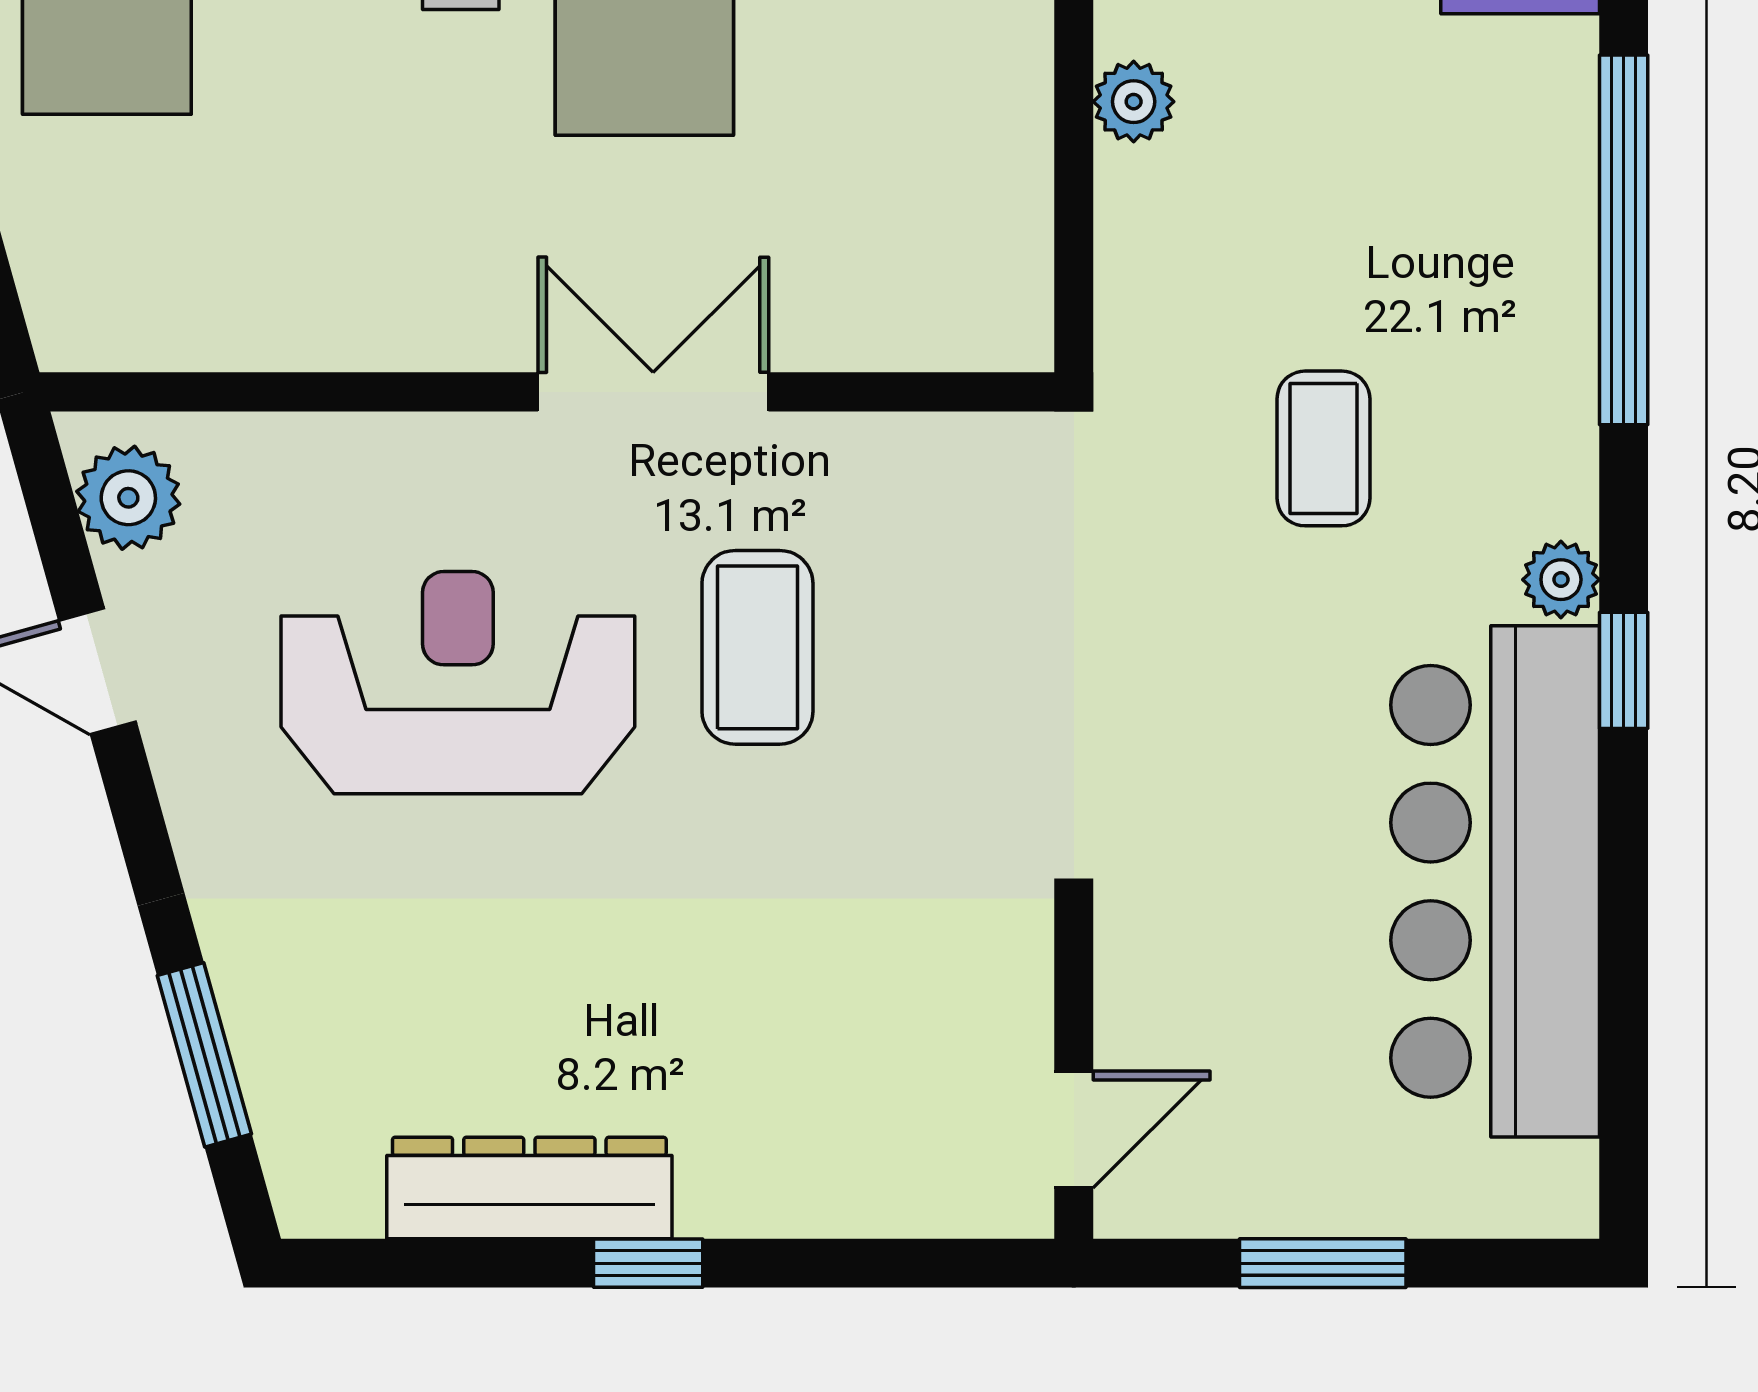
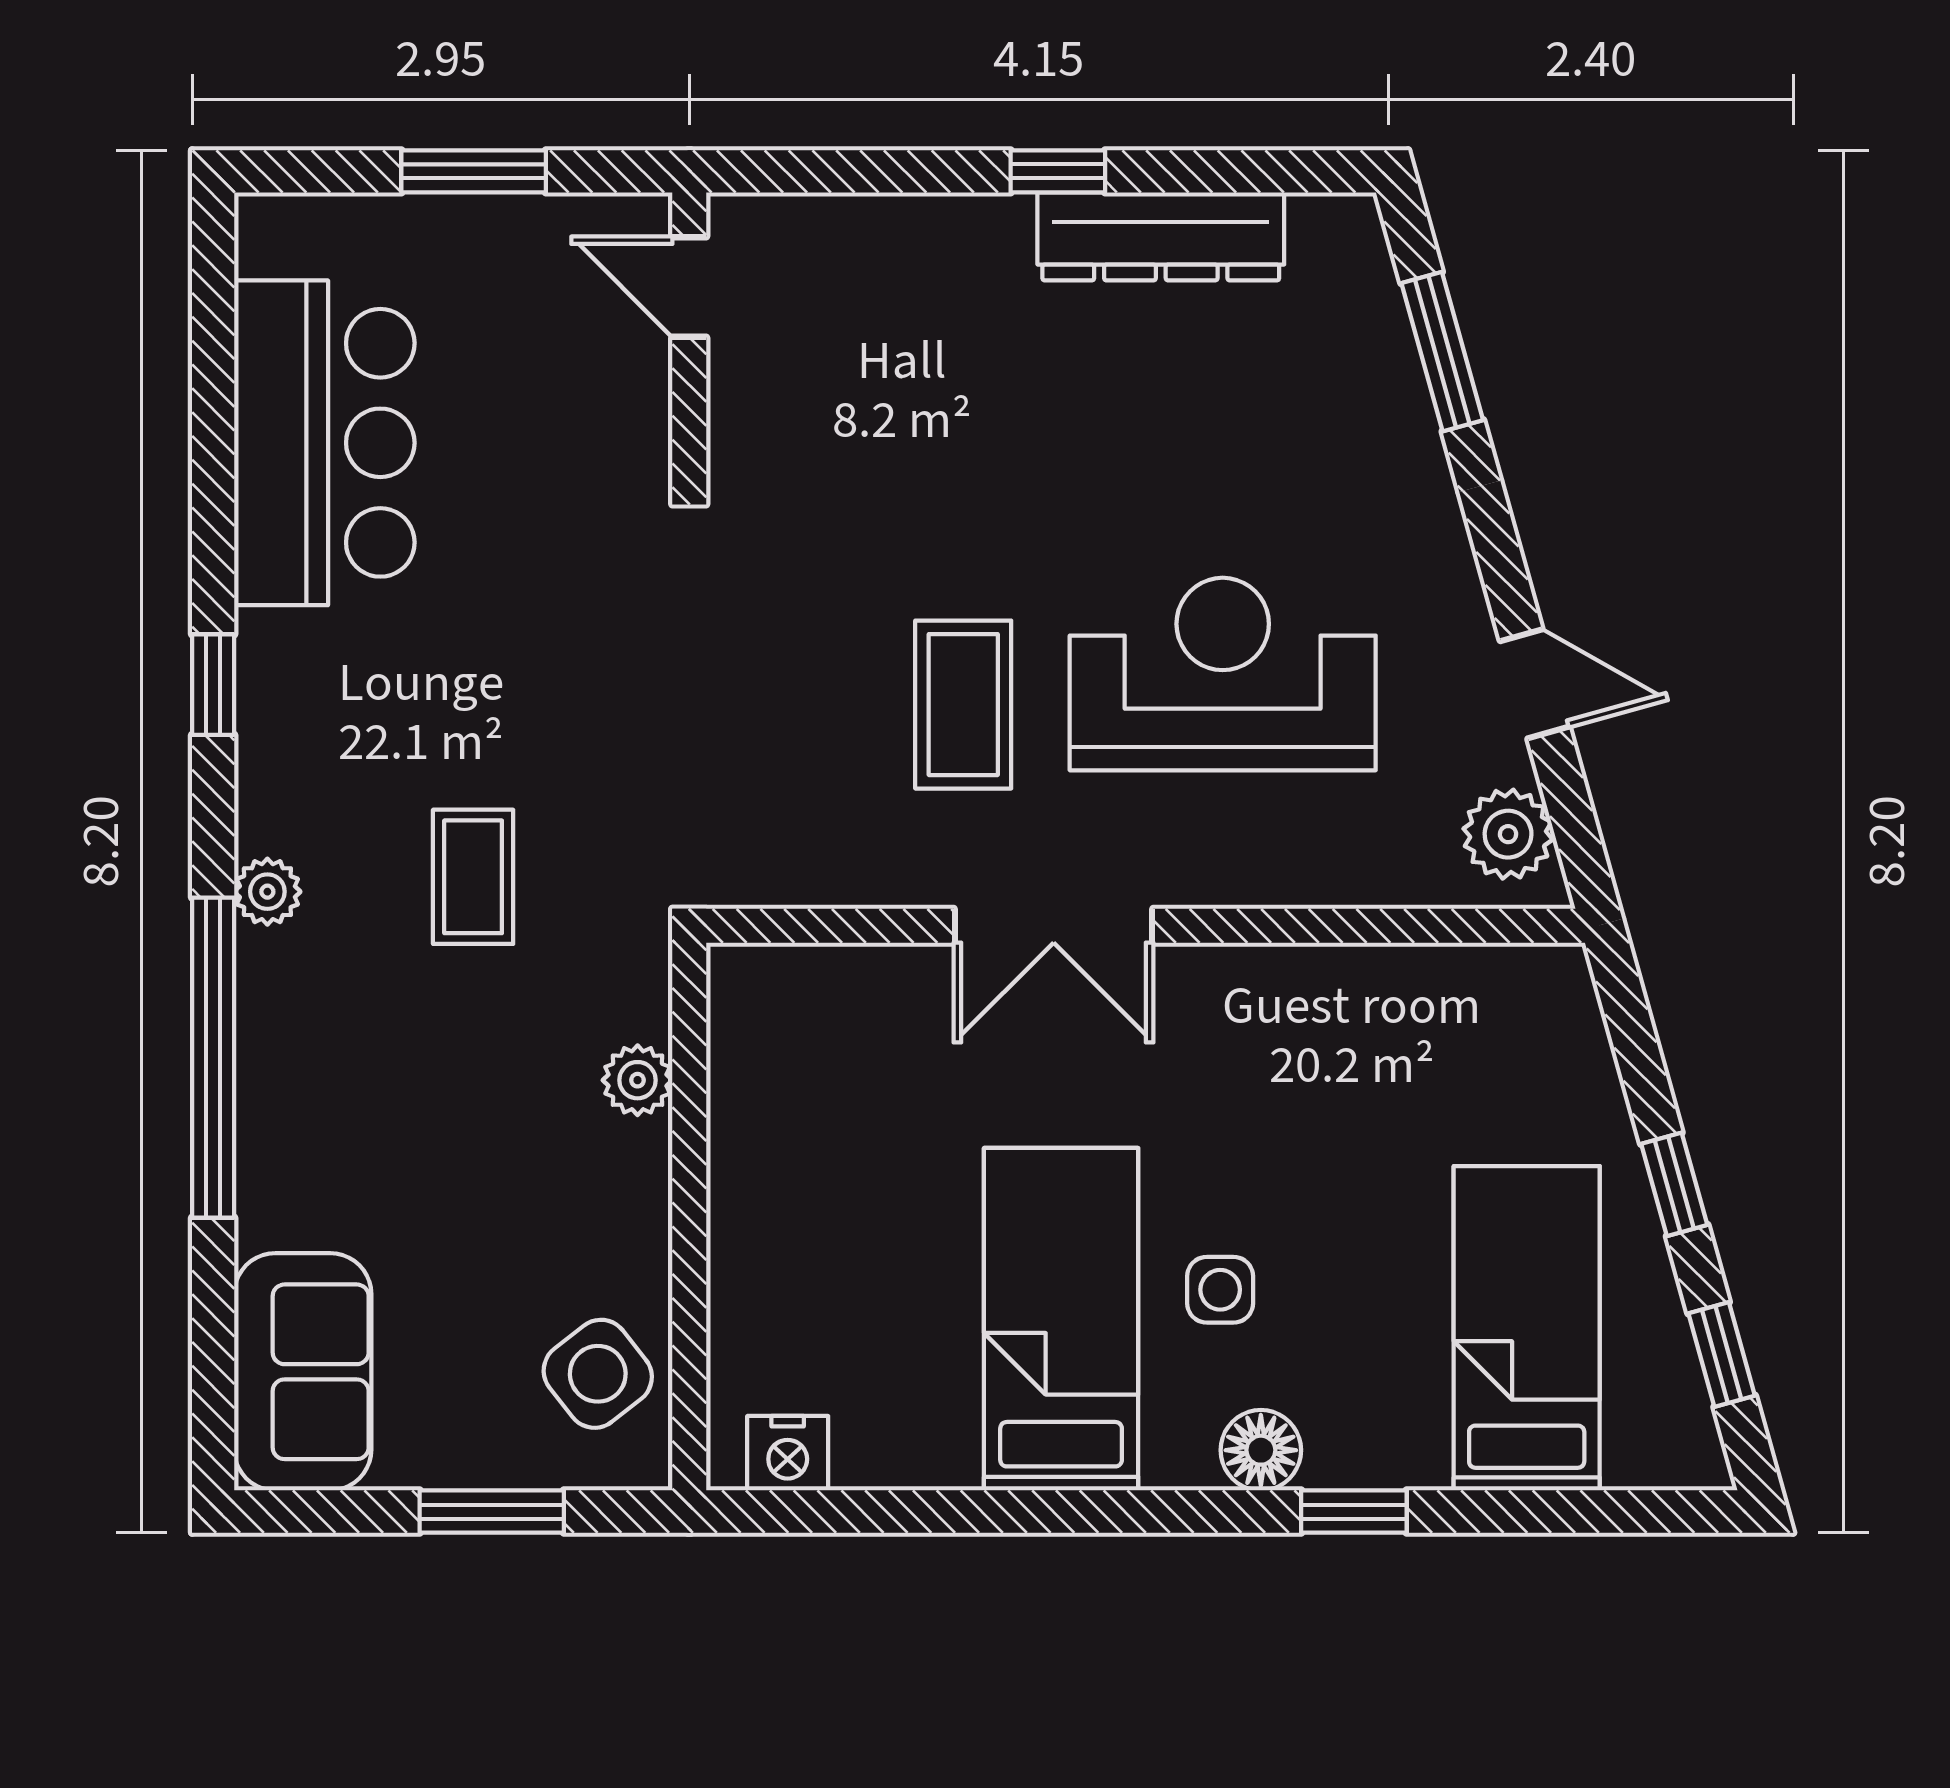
plant: (1134, 102) -> (638, 1080), moved
plant: (1561, 580) -> (267, 892), moved
reception desk: (458, 683) -> (1223, 674), turned 180
bar counter: (1495, 881) -> (324, 443), width x0.73
door: (1074, 1130) -> (689, 287), hinge flipped

